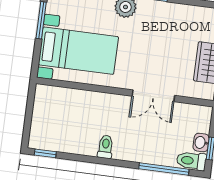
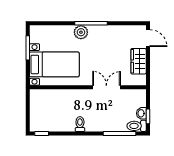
double door: (153, 96) -> (106, 87), swing flipped

